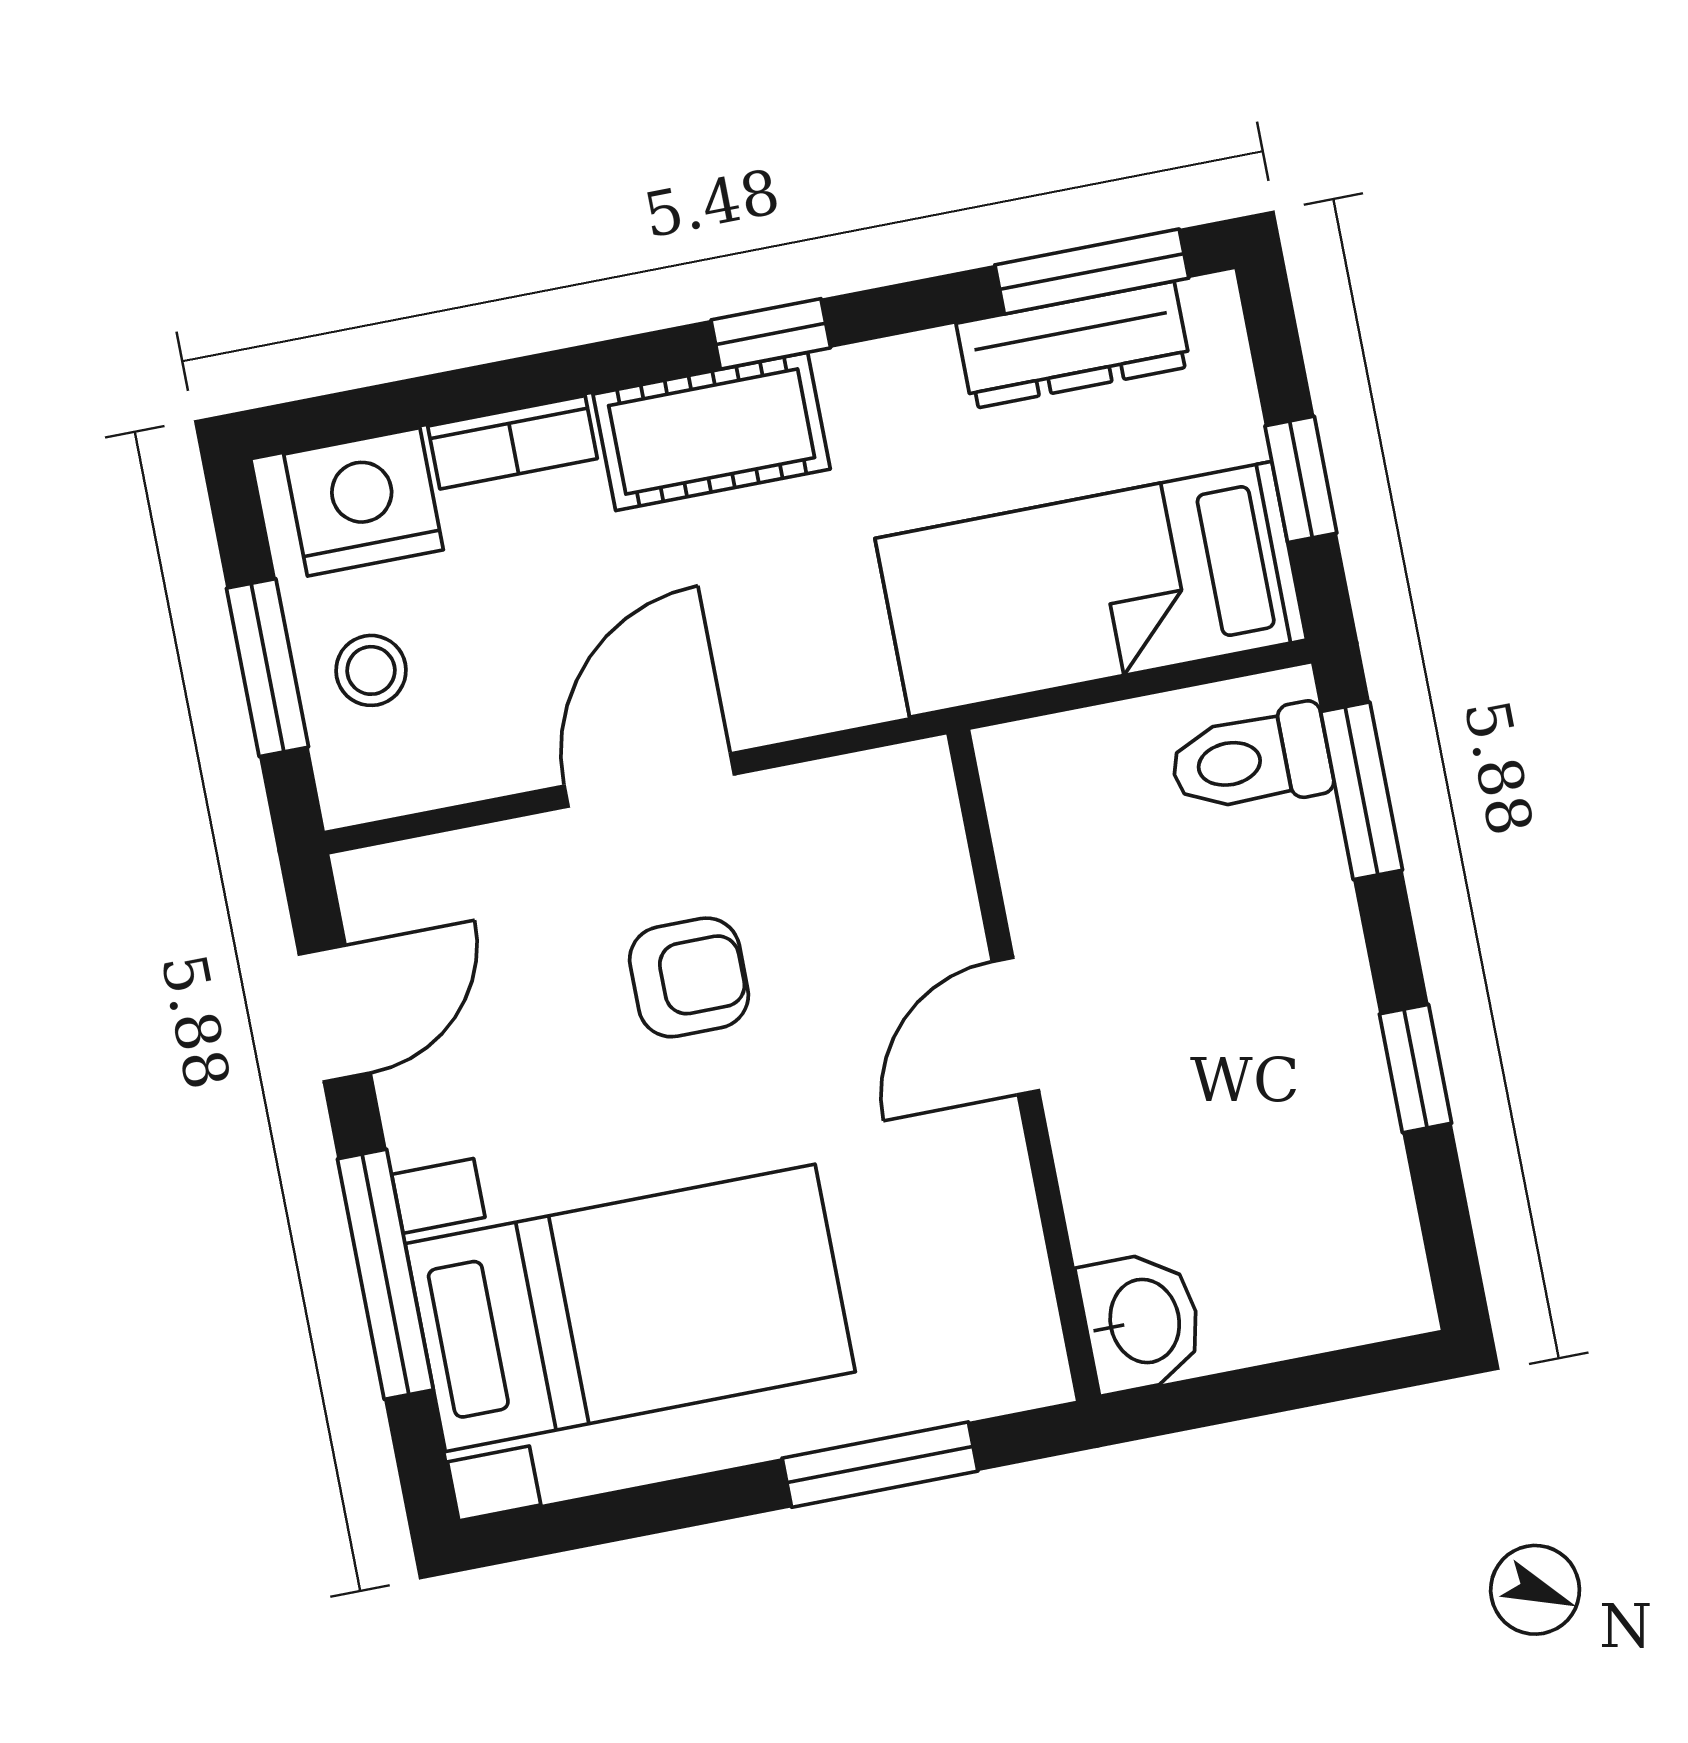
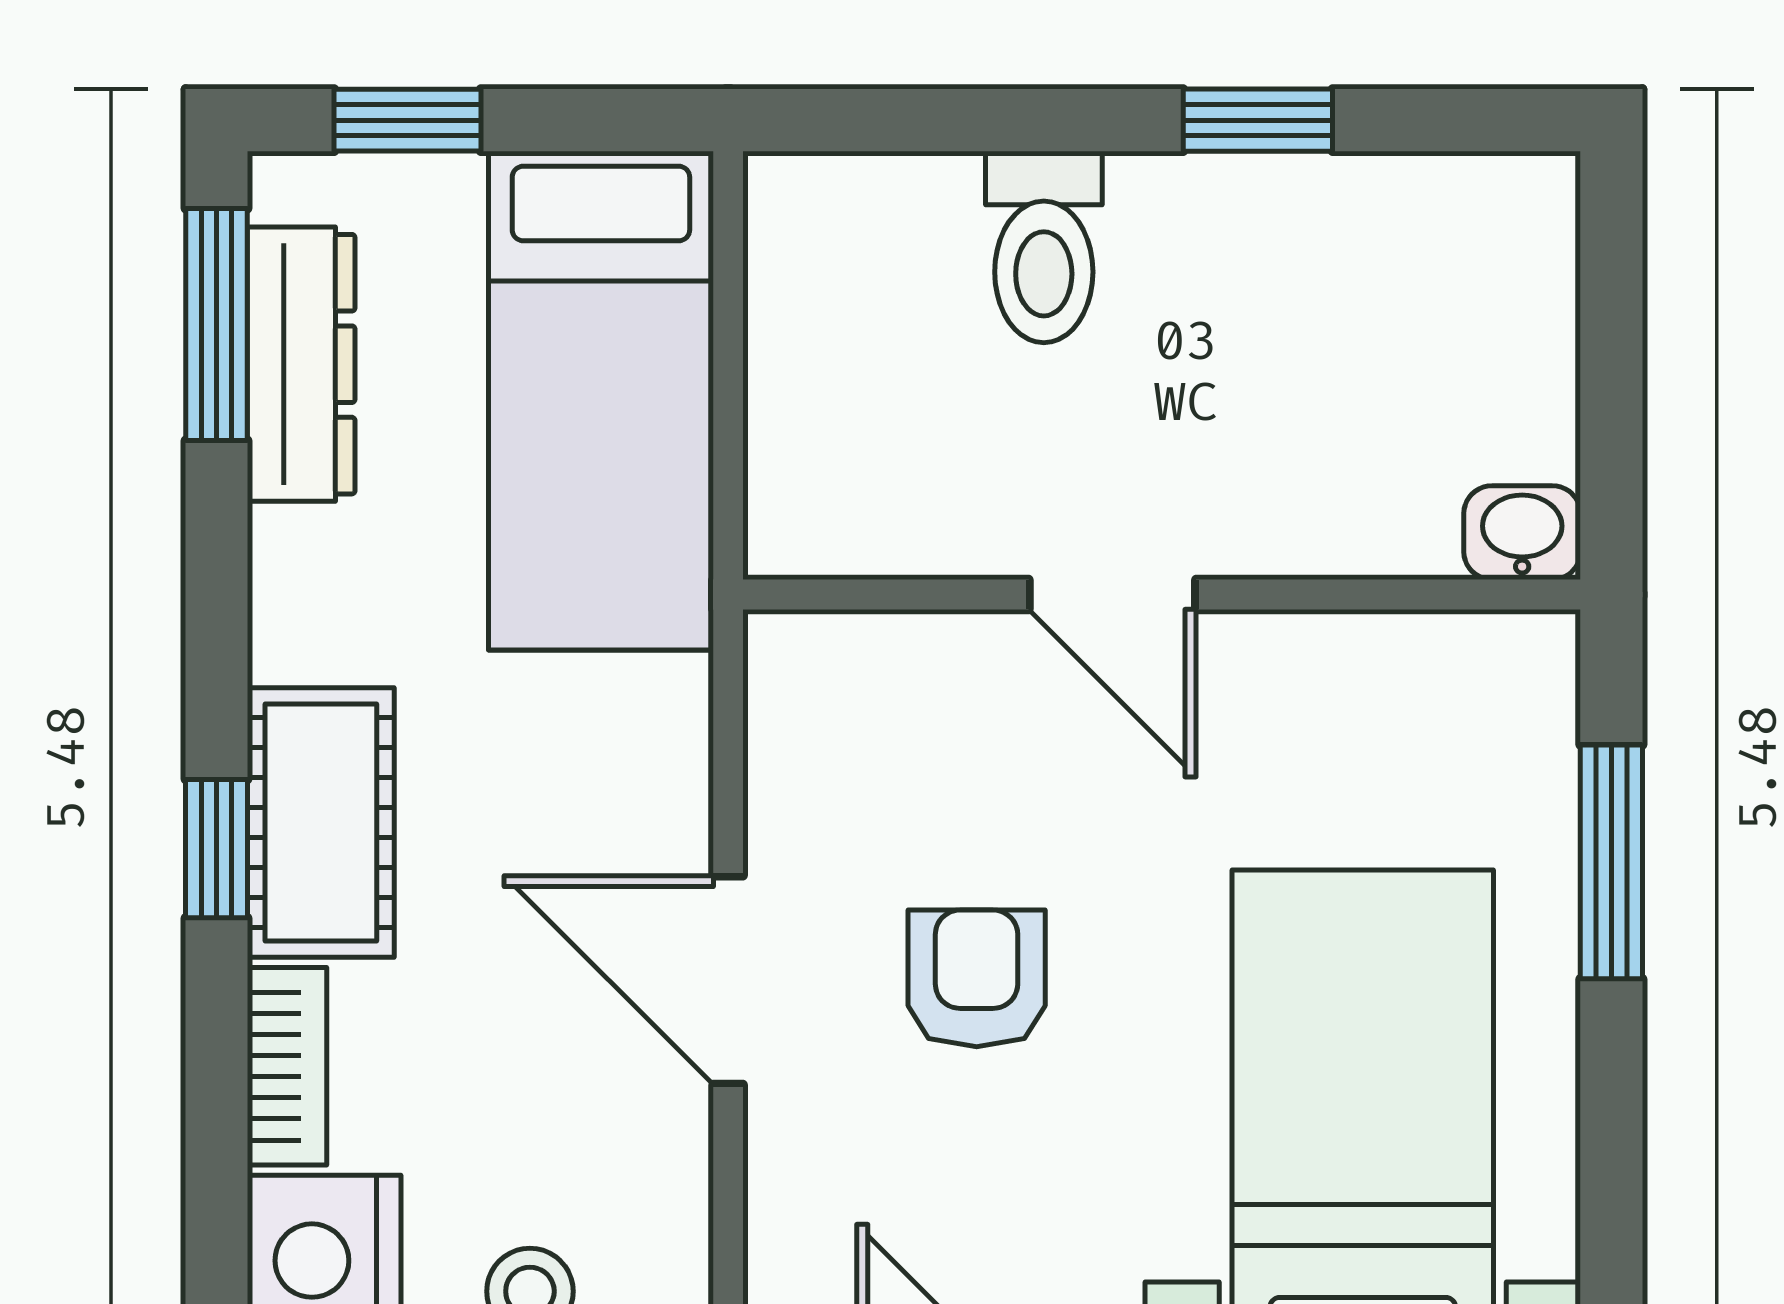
window: (771, 334) -> (216, 849), moved
window: (1301, 479) -> (408, 120), moved
toilet: (1251, 760) -> (1044, 247), moved
window: (1362, 791) -> (909, 120), removed
washbasin: (1141, 1322) -> (1522, 533), width x0.72, depth x0.69

